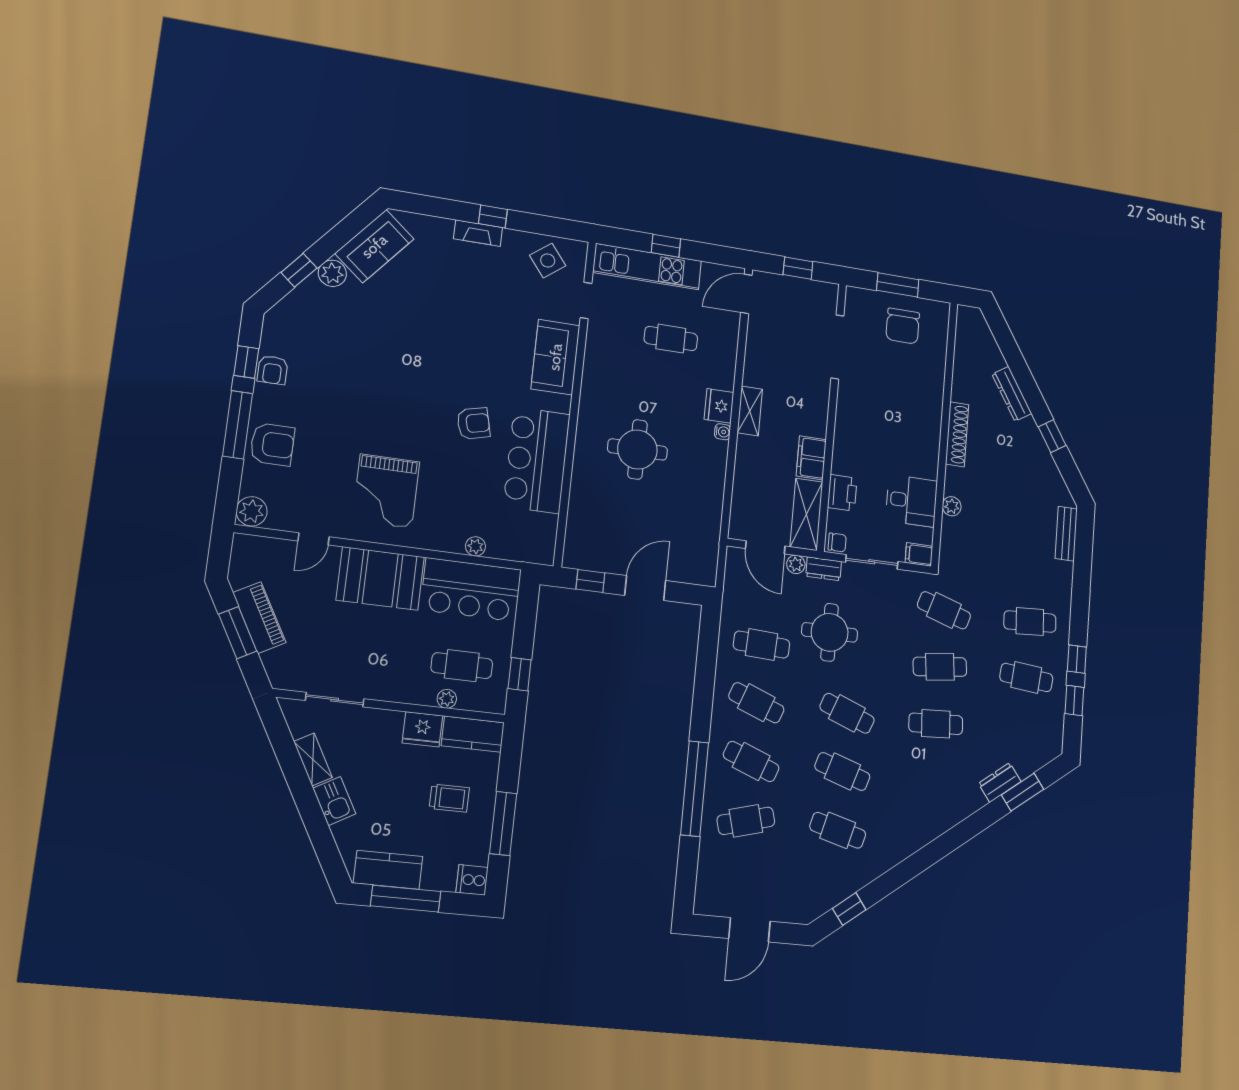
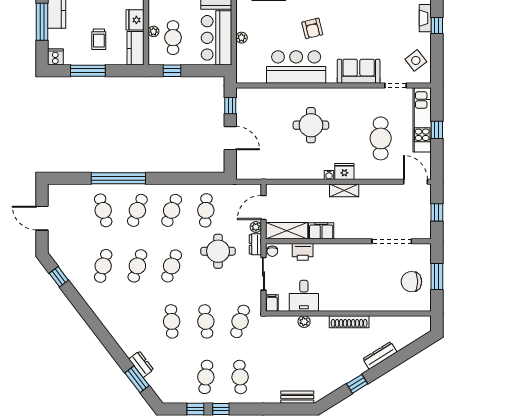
cafe table: (671, 338) -> (381, 138), width x1.37, depth x1.35

